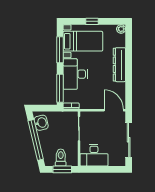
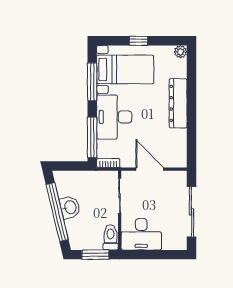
door: (114, 110) -> (150, 169), moved
washbasin: (41, 123) -> (70, 207), moved
toilet: (61, 158) -> (110, 237), moved

